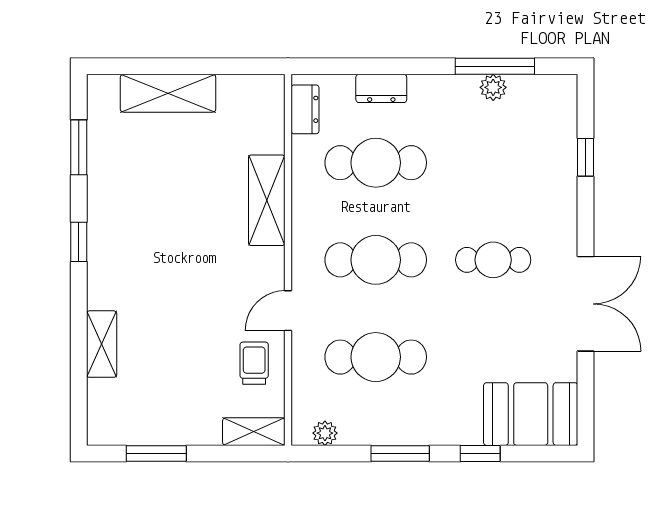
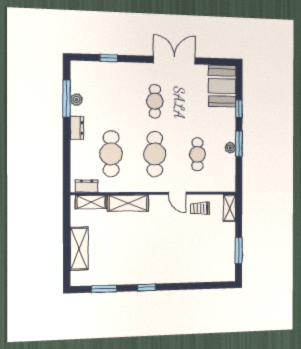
dresser: (381, 88) -> (77, 128), moved
shelving: (102, 344) -> (91, 202), moved
cafe table: (376, 357) -> (197, 154), width x0.73, depth x0.74
plant: (325, 433) -> (230, 148), moved

